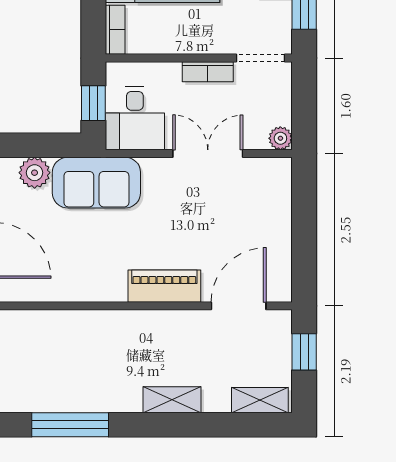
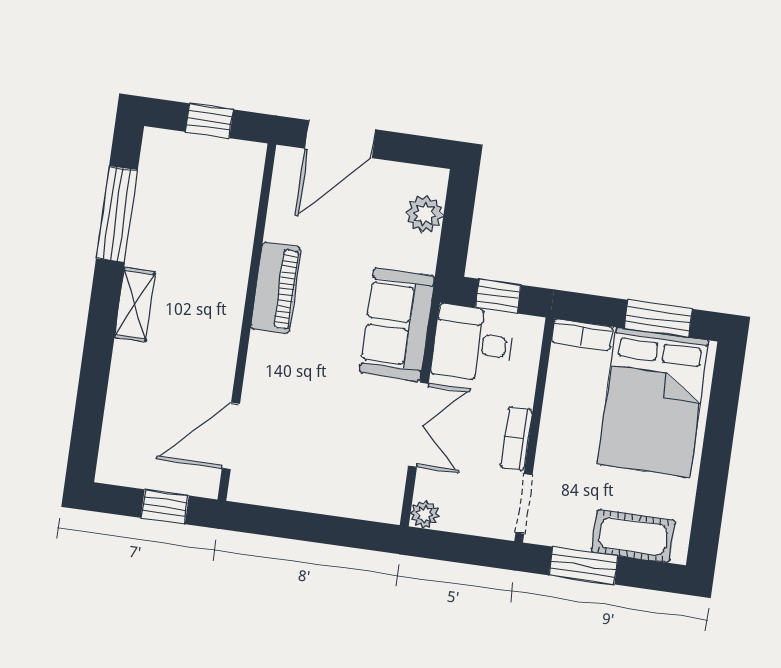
sofa: (96, 183) -> (397, 324), moved
piano: (164, 286) -> (276, 288), moved
door: (239, 306) -> (231, 436), swing flipped
shelving: (172, 400) -> (135, 305), moved
shelving: (260, 400) -> (115, 446), removed

